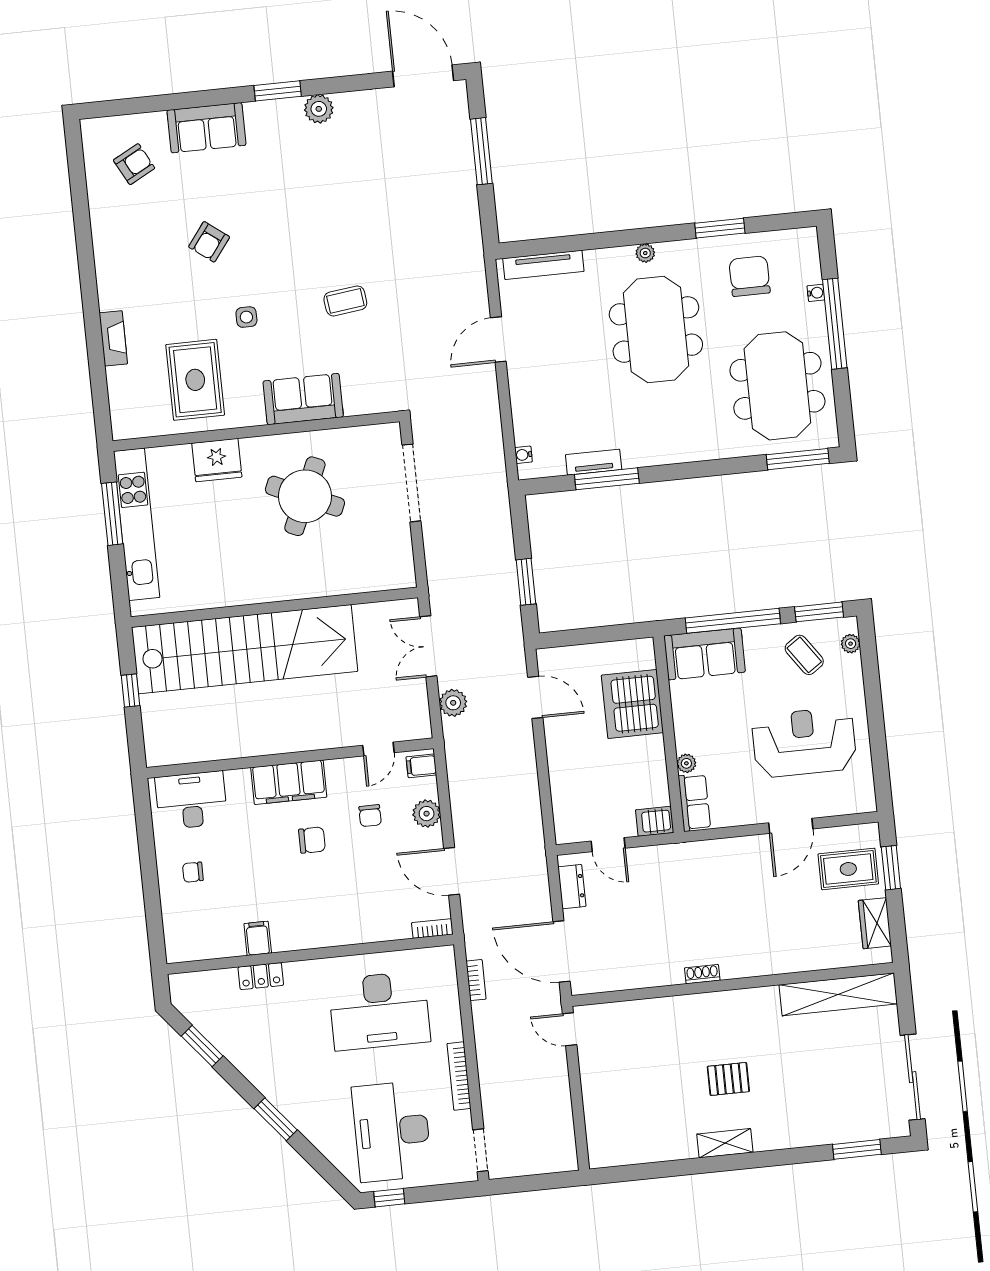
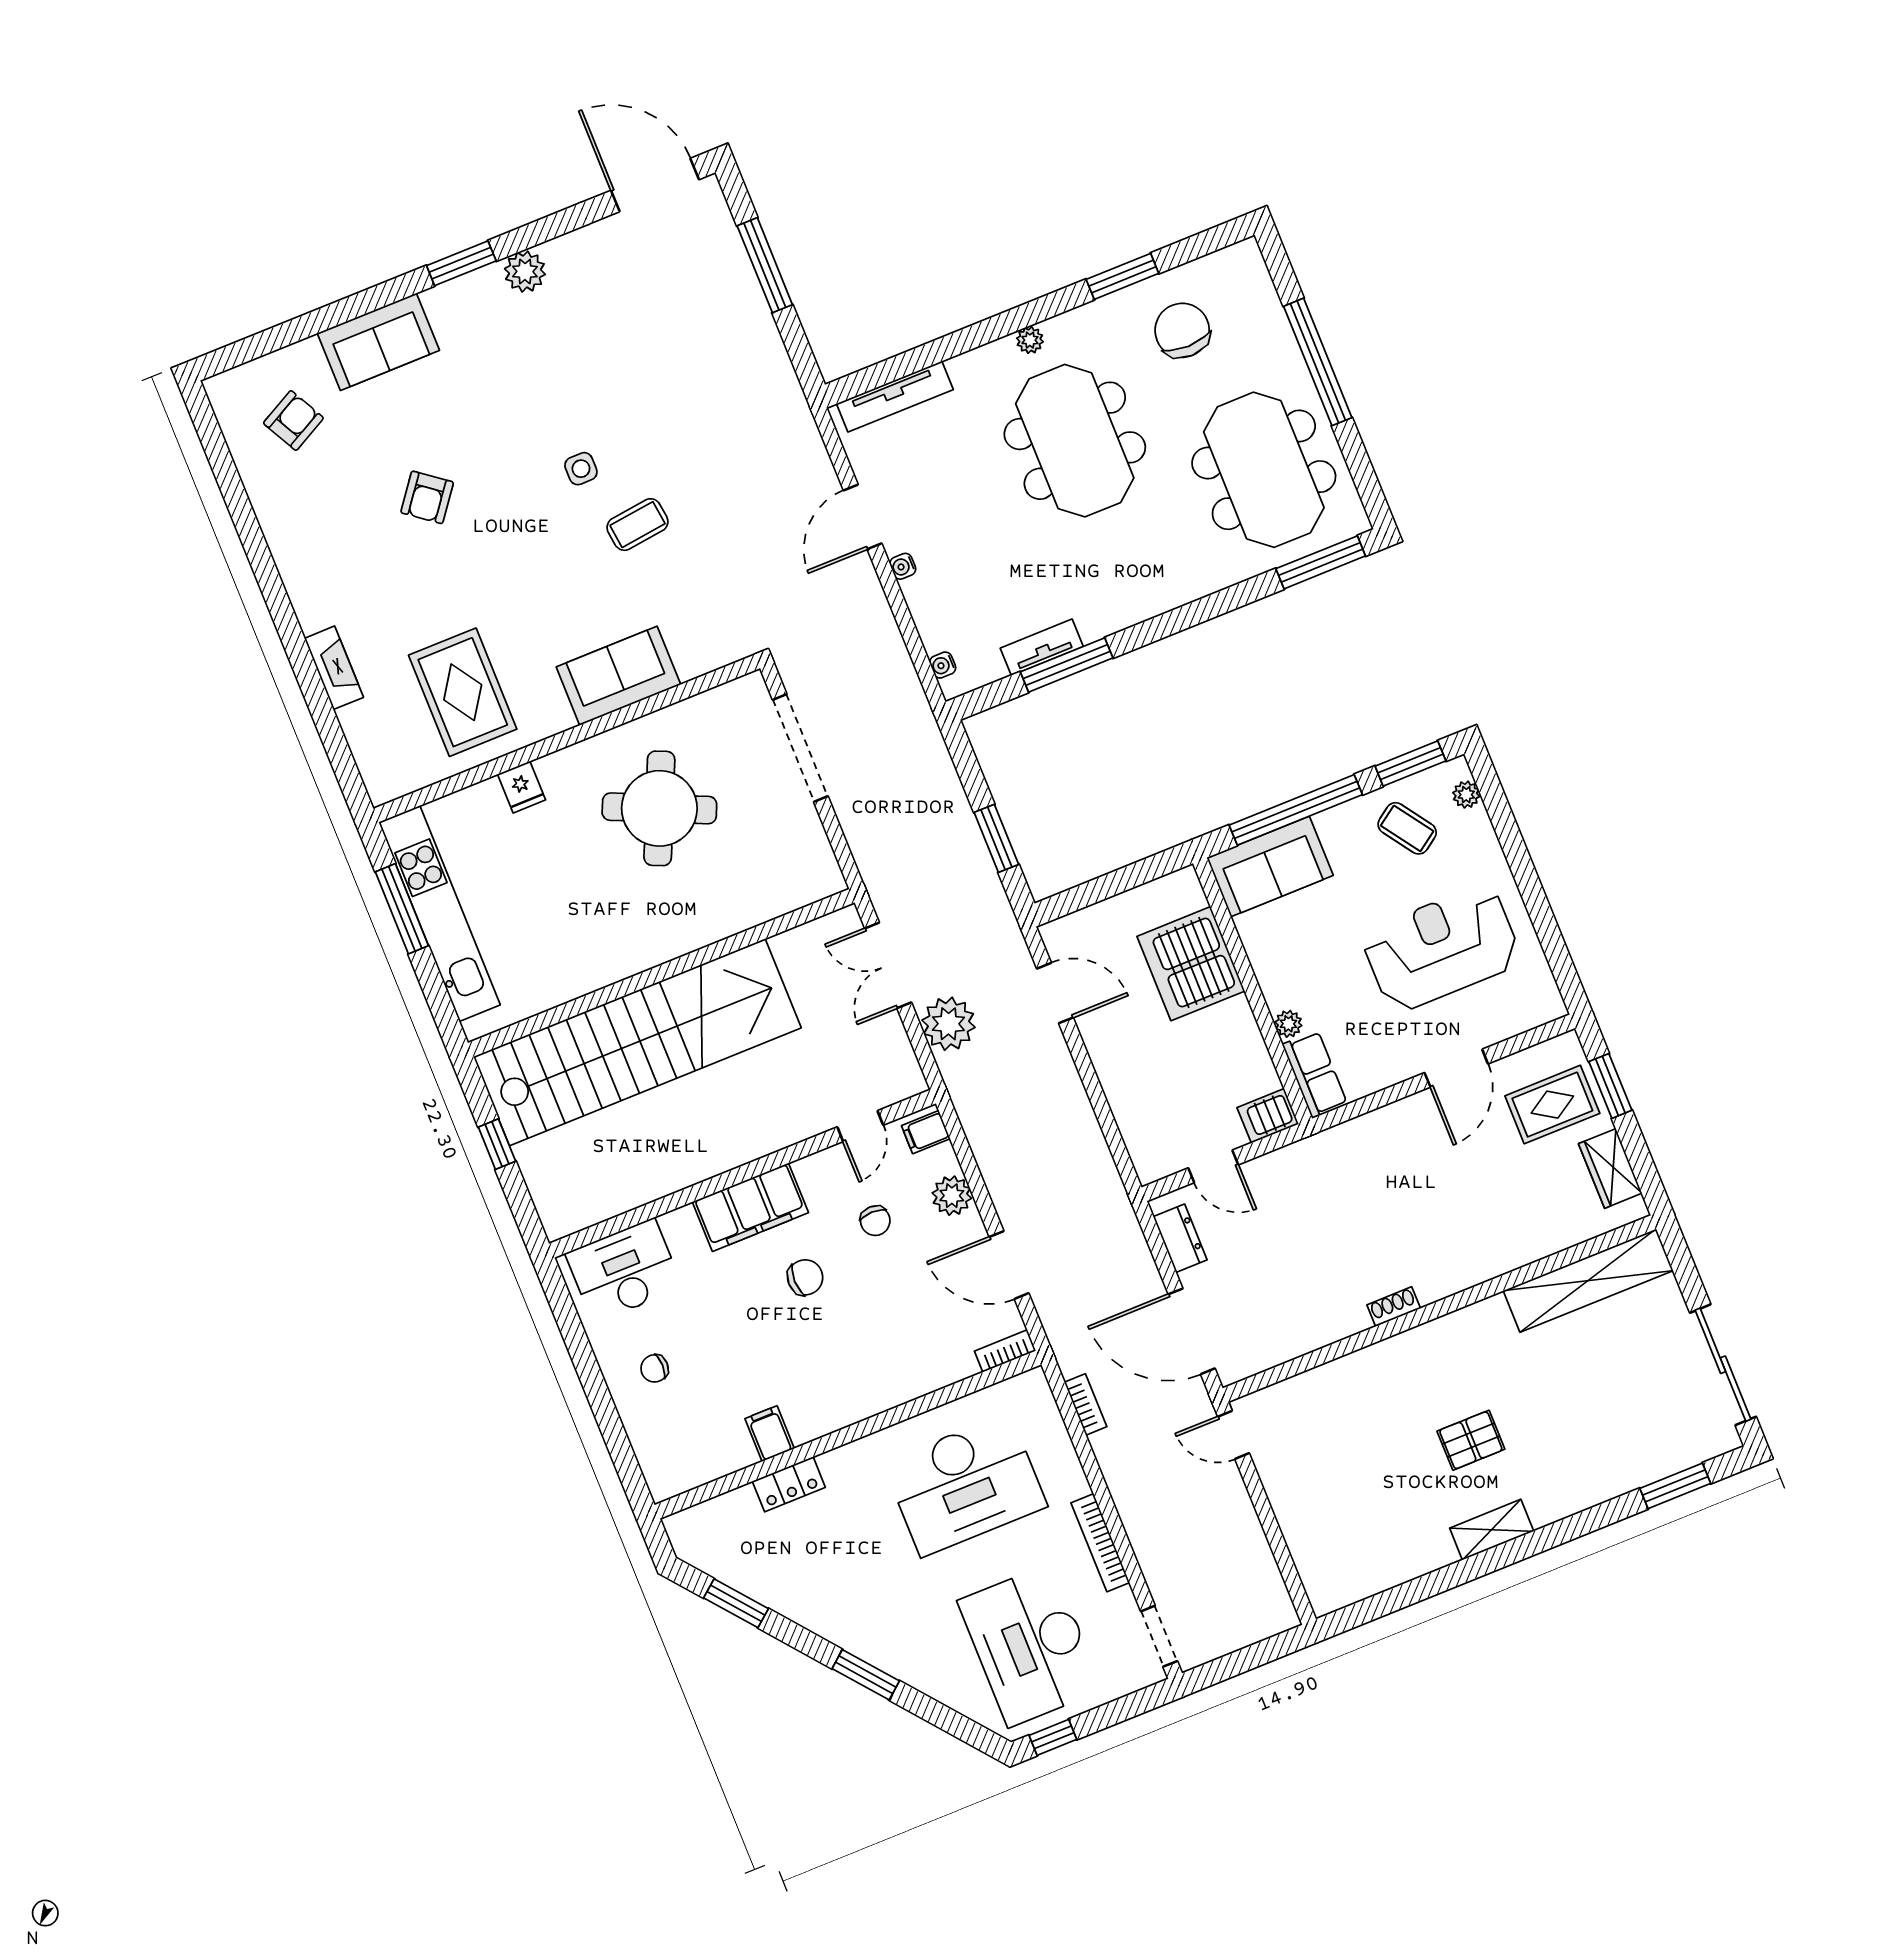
water cooler: (816, 293) -> (903, 566), moved, turned 180
side table: (246, 317) -> (581, 469), moved
fridge: (217, 460) -> (522, 787), width x0.53, depth x0.75
plant: (453, 703) -> (948, 1024), width x1.36, depth x1.36

